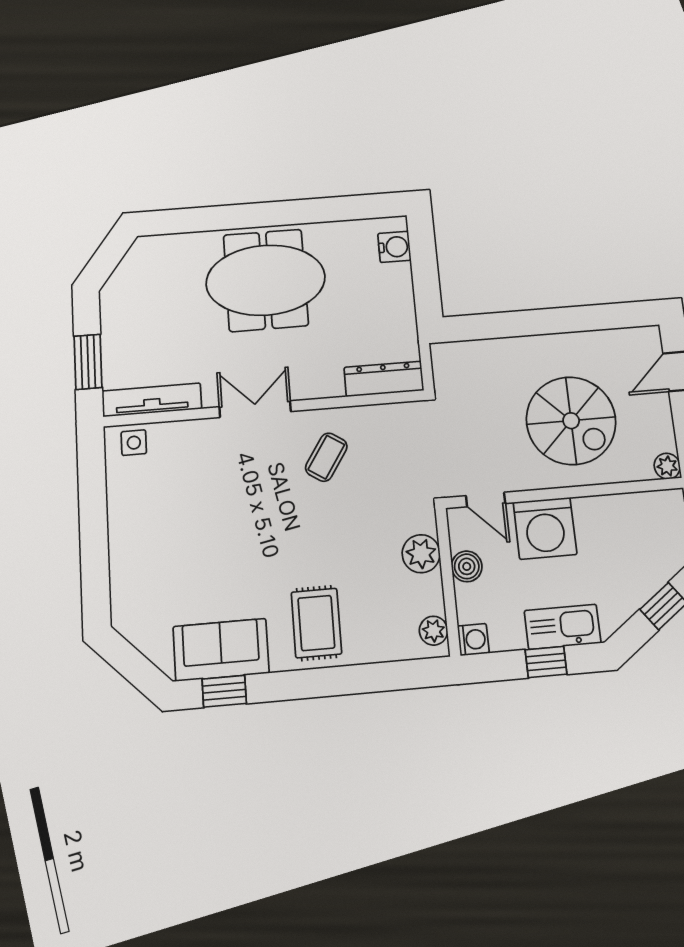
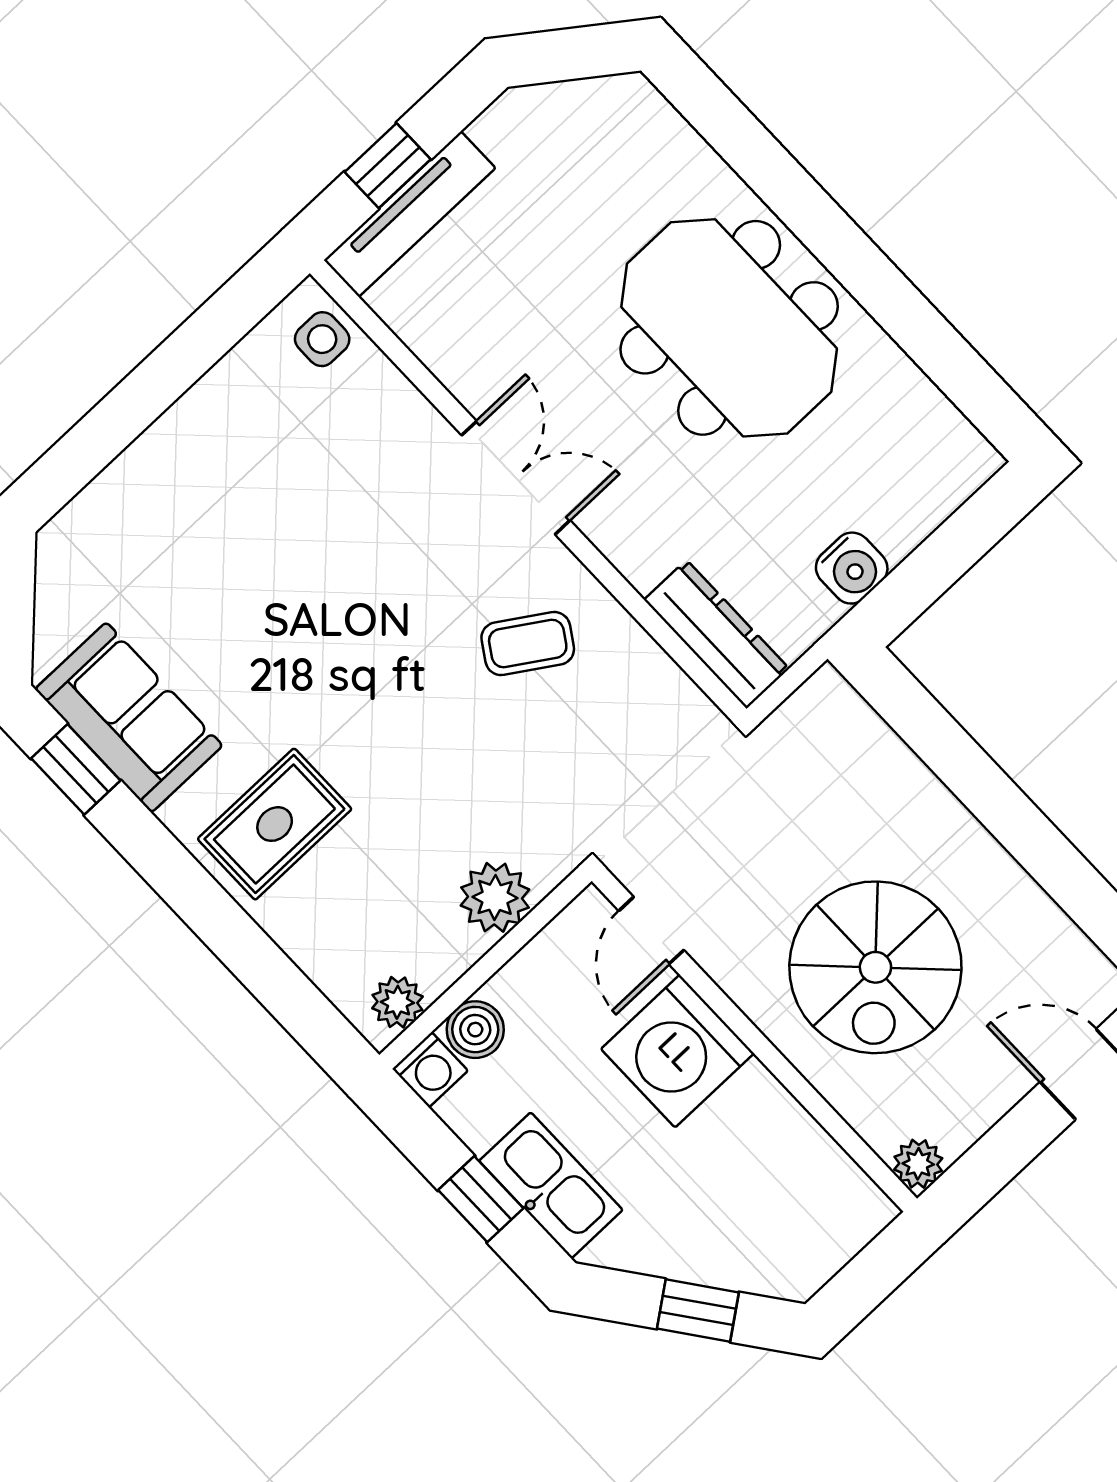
water cooler: (394, 247) -> (852, 568), moved
window: (88, 362) -> (388, 166), width x0.67
tv unit: (152, 400) -> (410, 214), moved, turned 90
boiler: (467, 566) -> (475, 1030), moved

